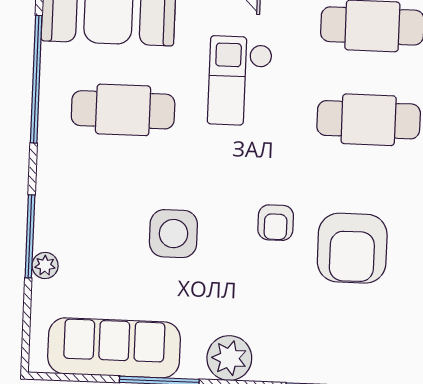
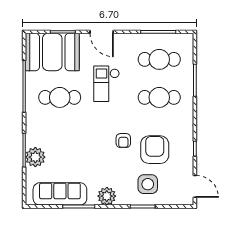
side table: (173, 234) -> (148, 184), moved
armchair: (352, 248) -> (155, 150), turned 180
plant: (45, 265) -> (35, 157), width x1.87, depth x1.87

